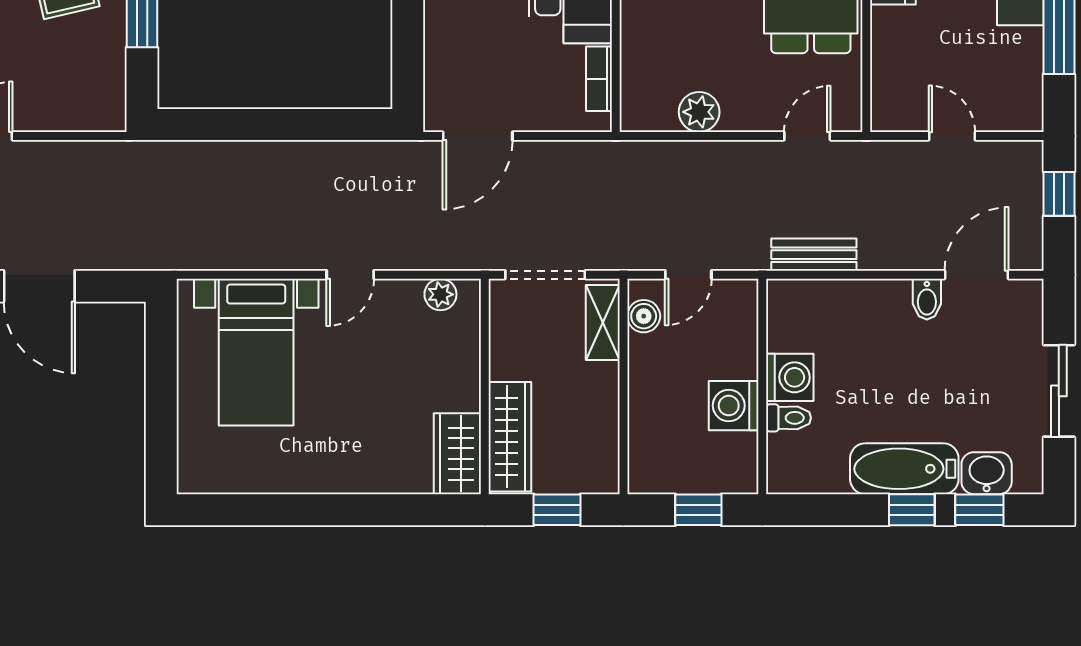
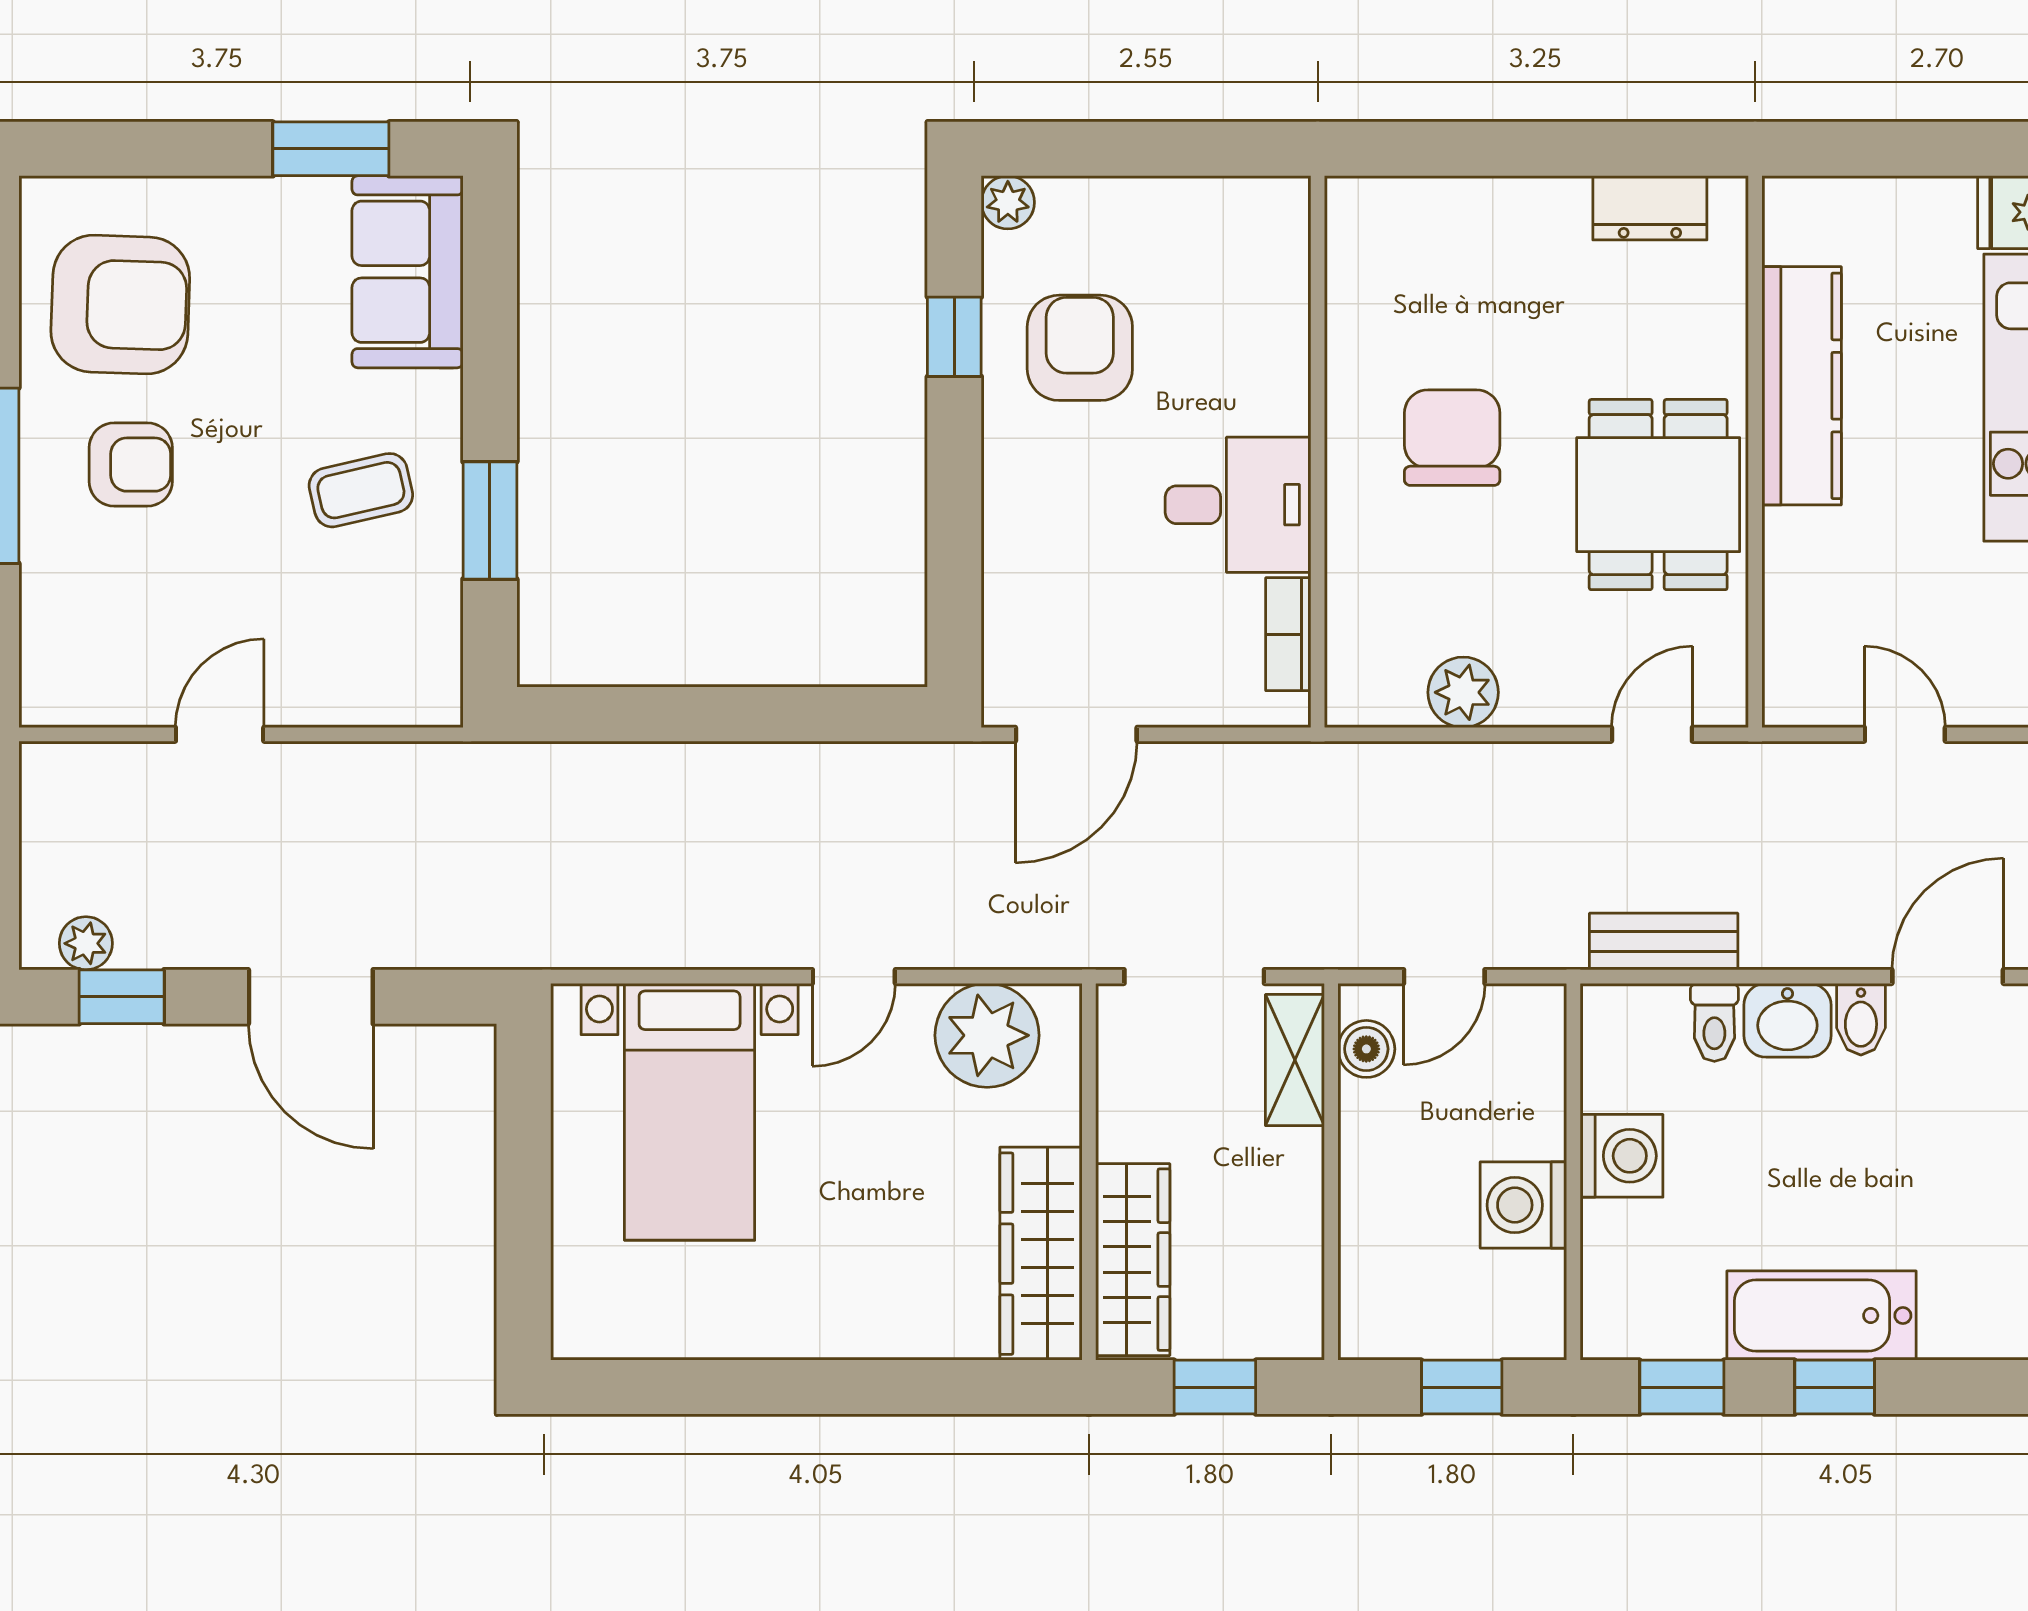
plant: (440, 294) -> (987, 1035), width x1.88, depth x1.88
toilet: (788, 418) -> (1714, 1022), moved, turned 90
wardrobe: (457, 454) -> (1041, 1254), width x1.50
washbasin: (987, 473) -> (1787, 1020), moved, turned 180
window: (979, 510) -> (1682, 1387), moved

